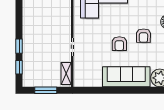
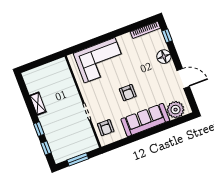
armchair: (143, 36) -> (106, 128), moved
shelving: (66, 74) -> (38, 104), moved

